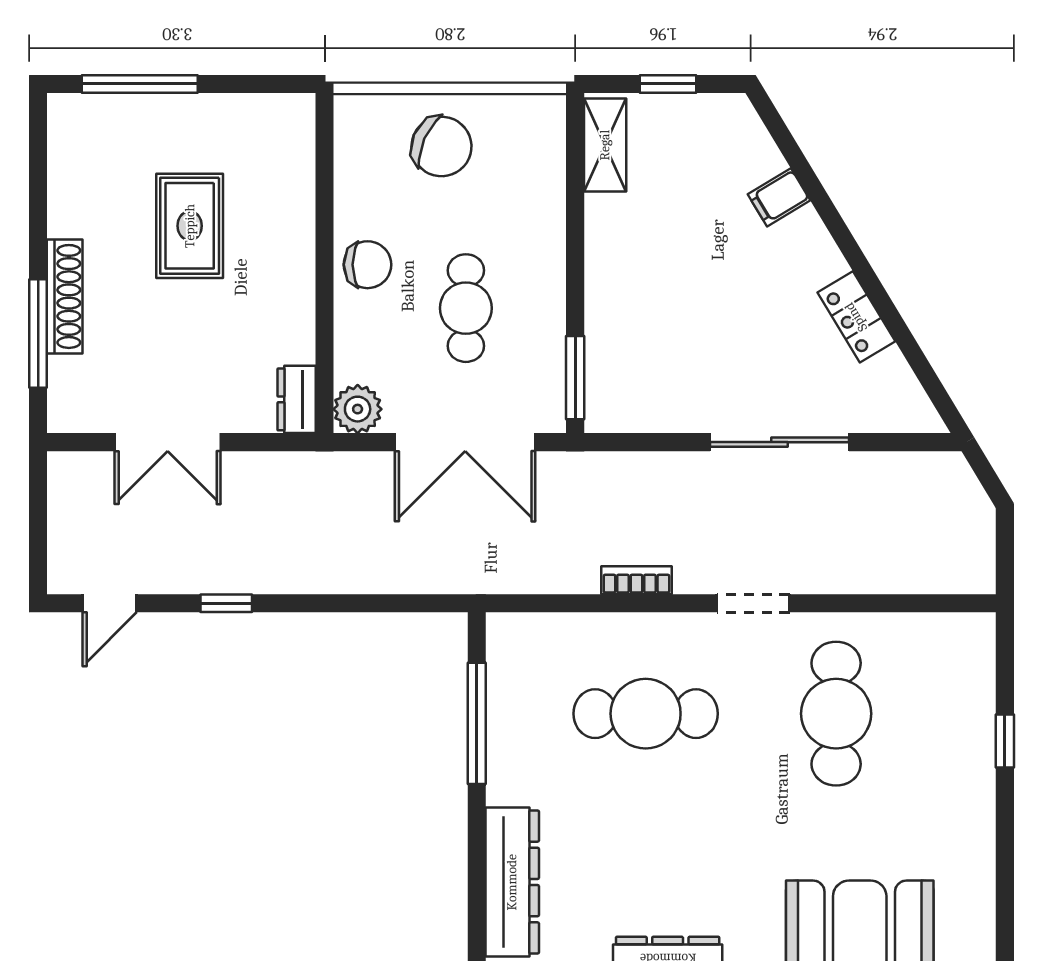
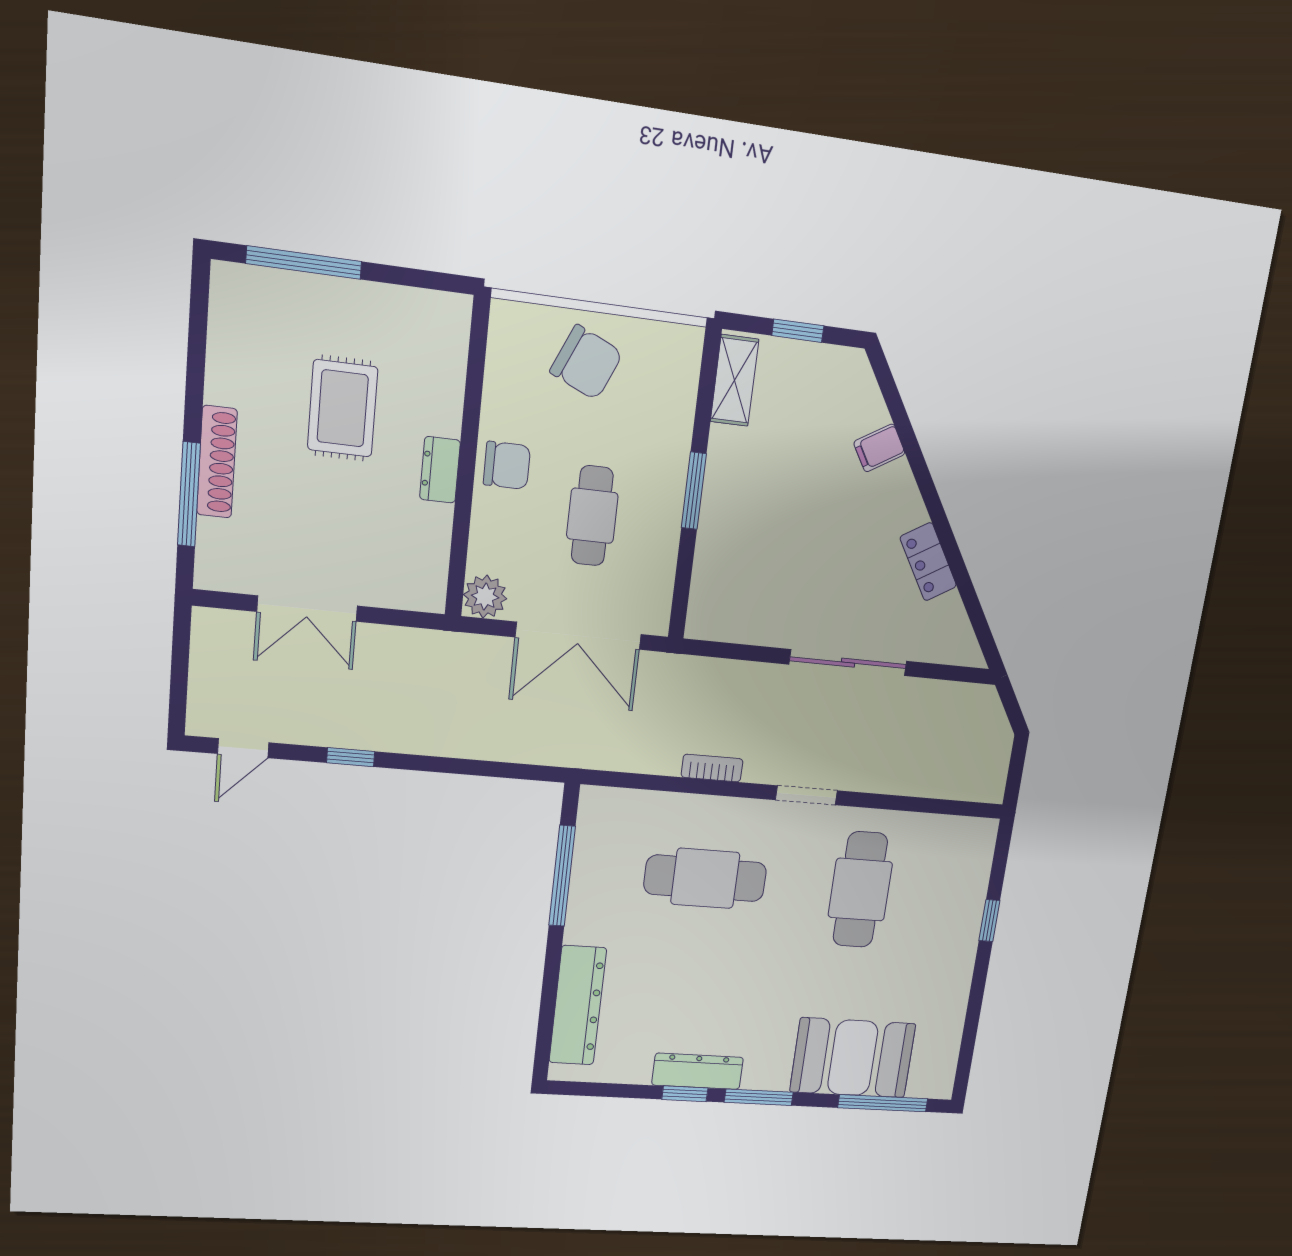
window: (575, 378) -> (694, 491), moved
dresser: (297, 399) -> (440, 470), moved

